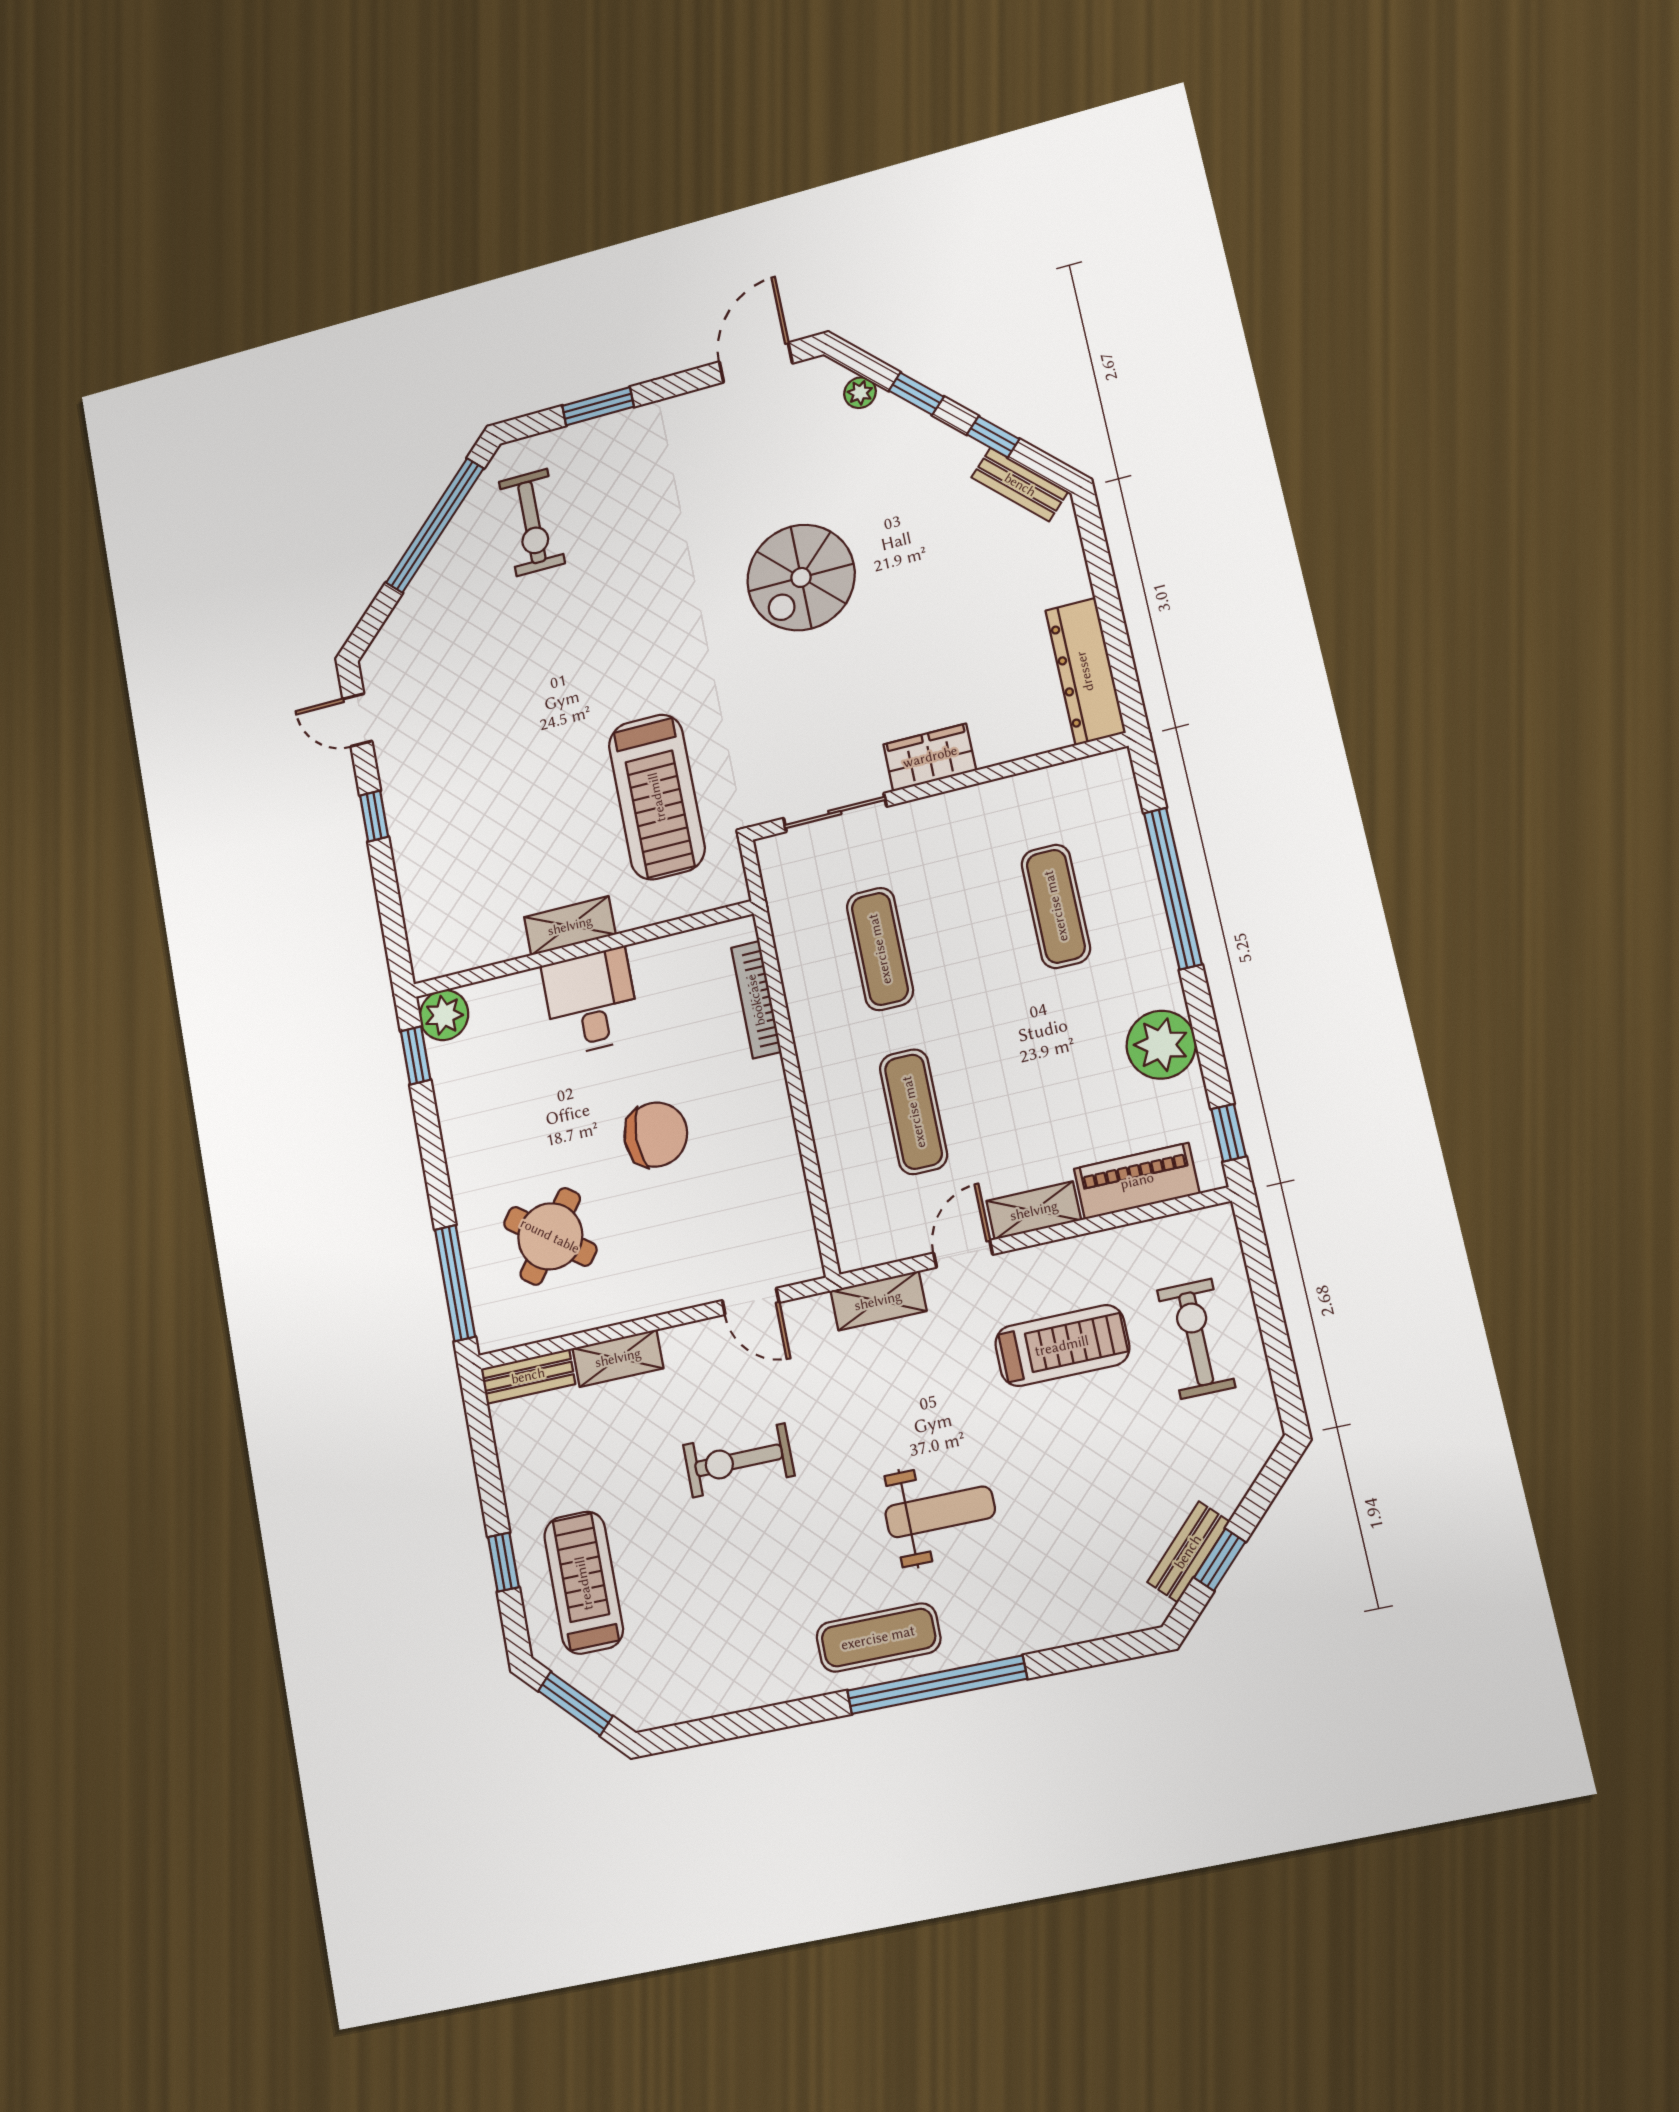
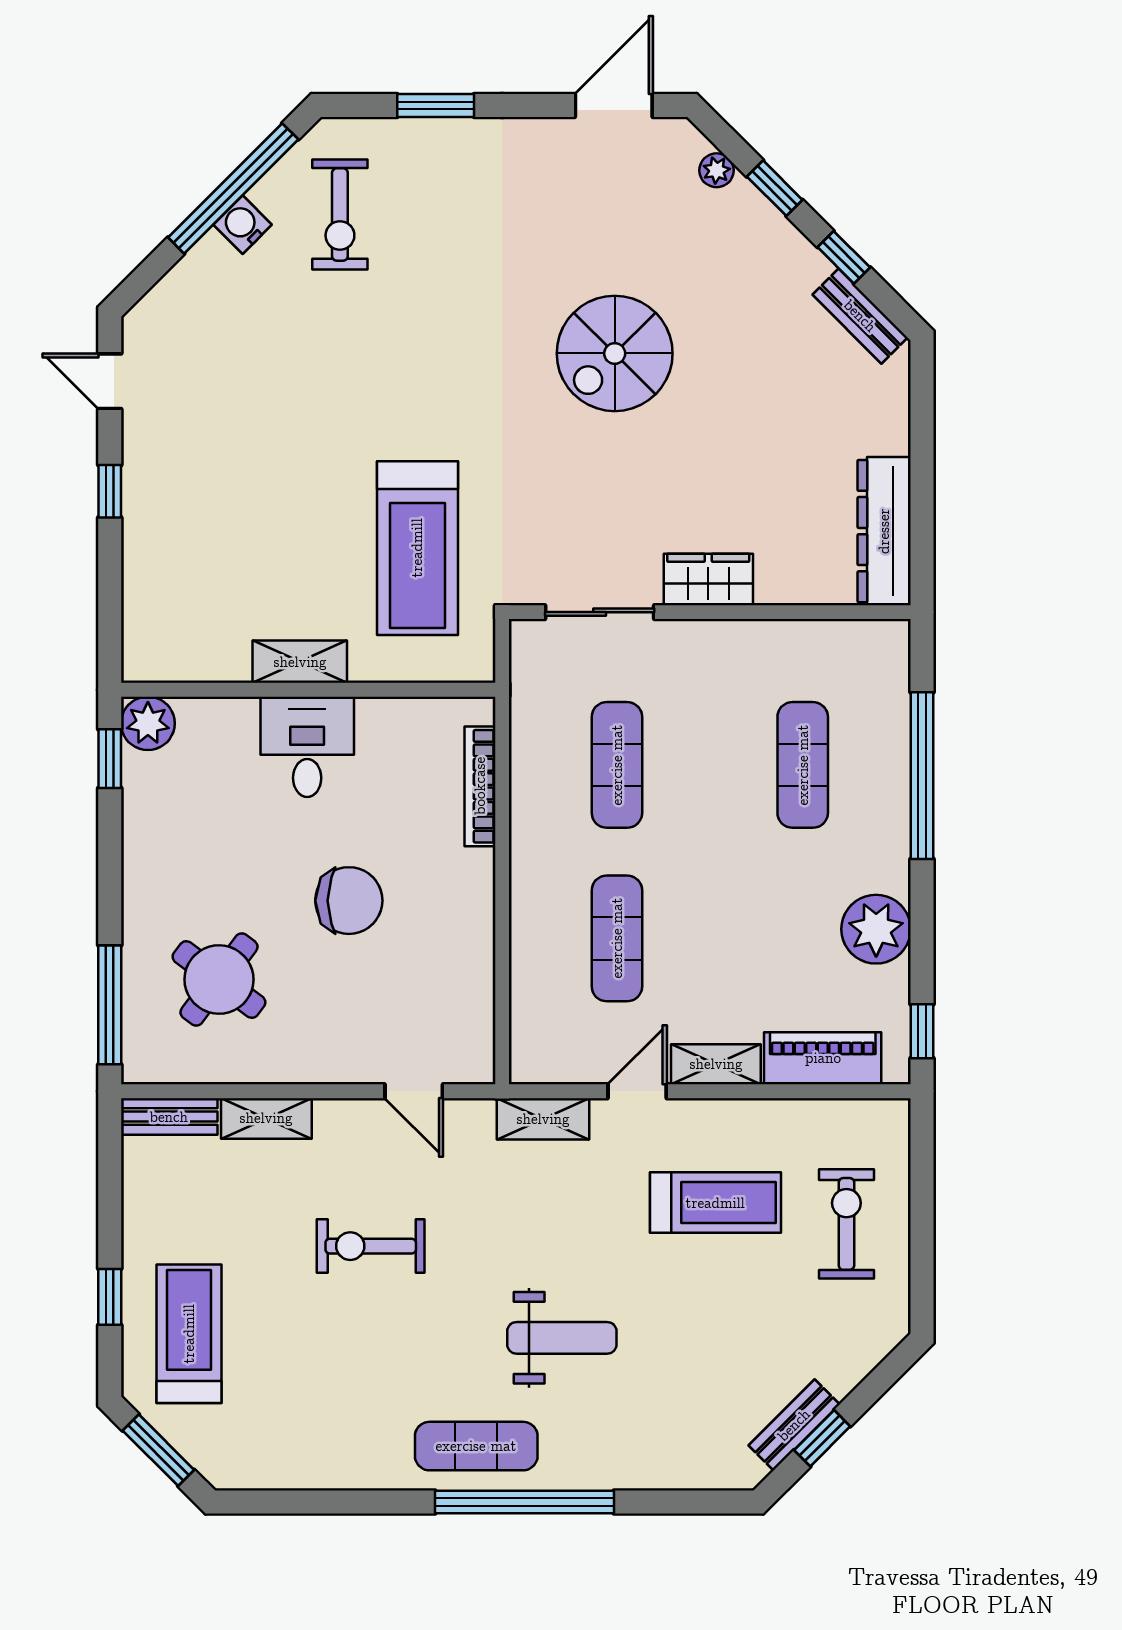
water cooler: (449, 554) -> (243, 225), added

